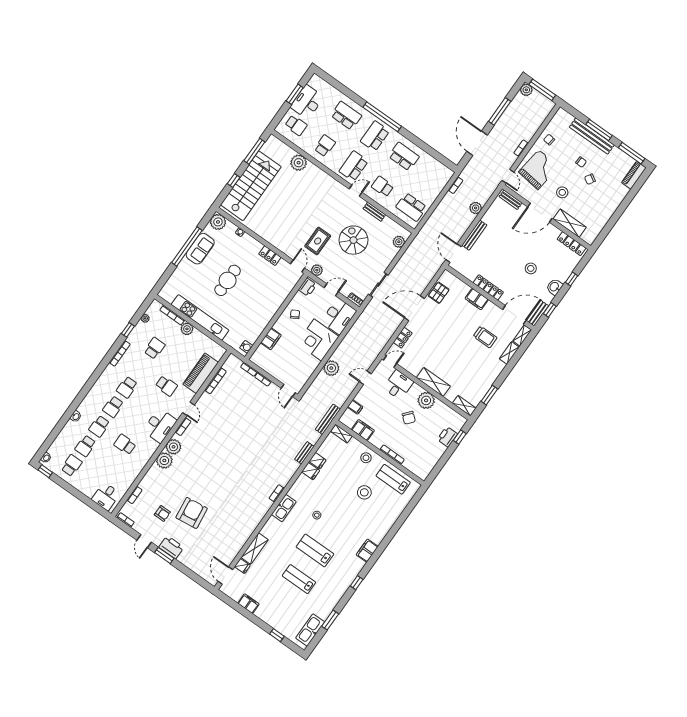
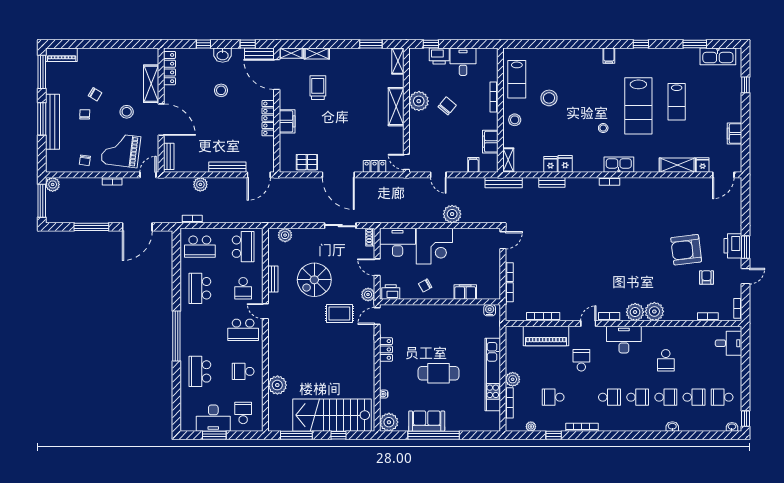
plant: (526, 90) -> (53, 184), moved
school desk: (375, 136) -> (200, 247), moved
desk: (398, 385) -> (463, 62), moved, turned 90
lab bench: (315, 550) -> (638, 106), width x1.36, depth x1.39
filing cabinet: (367, 551) -> (609, 56), width x0.50

